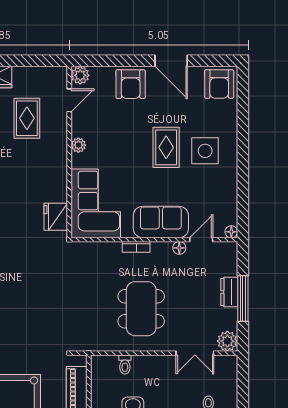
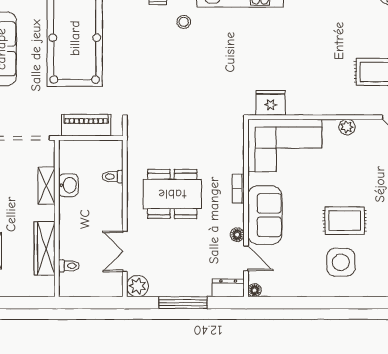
dresser: (229, 292) -> (228, 288), moved

